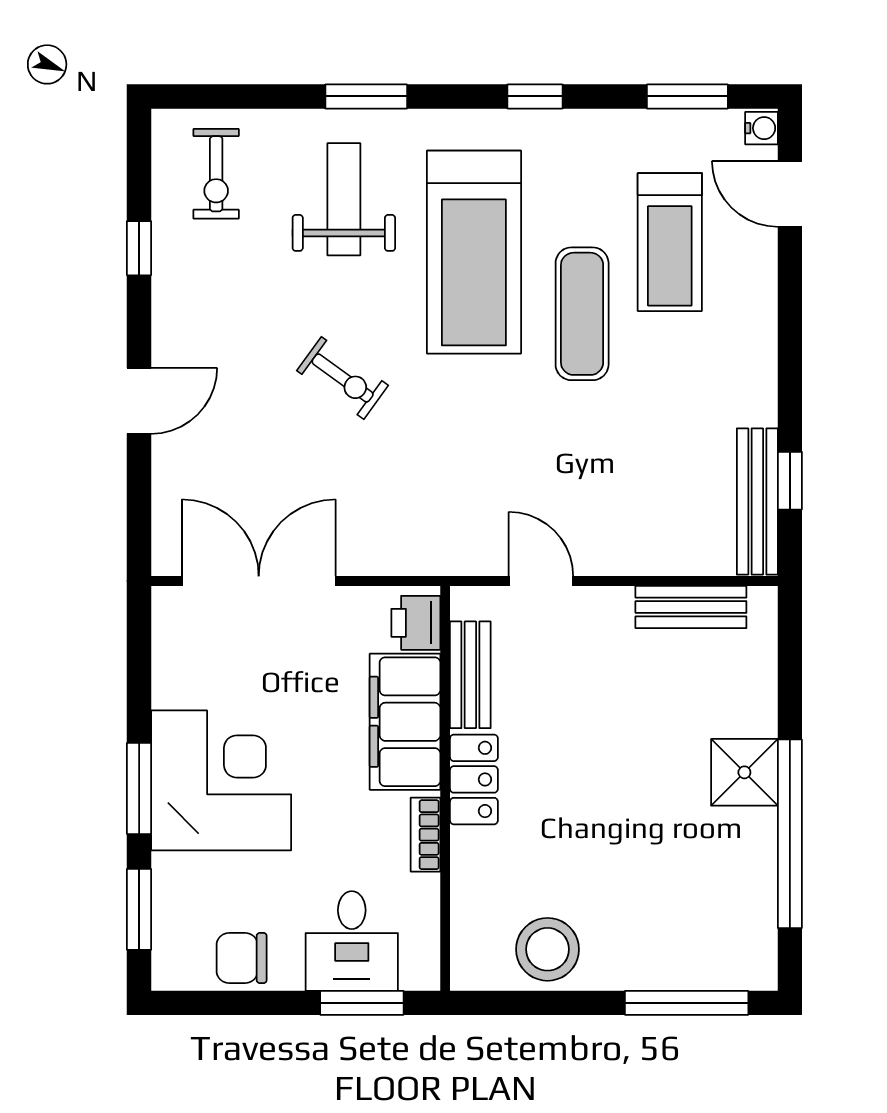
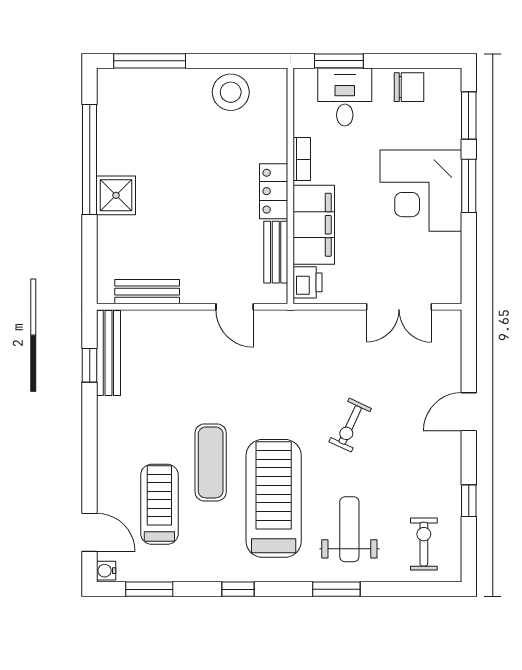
weight bench: (344, 199) -> (349, 529), turned 180
exercise bike: (343, 378) -> (350, 425), turned -101
double door: (259, 581) -> (399, 307), width x0.73

